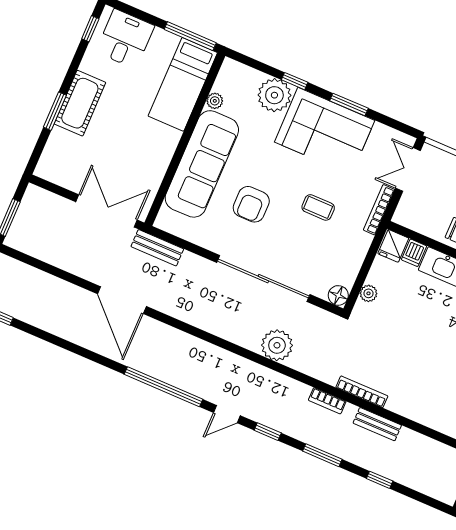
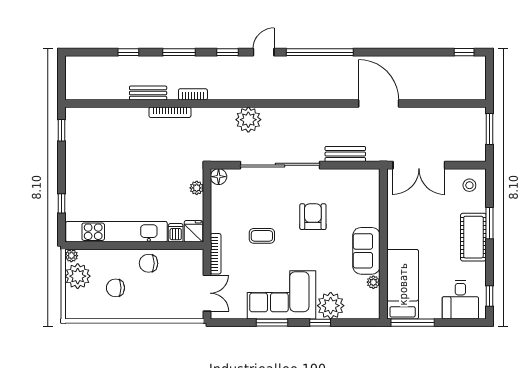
stool: (59, 164) -> (469, 185), added
sofa: (202, 164) -> (366, 251), width x0.54, depth x0.79
bench: (157, 248) -> (345, 154), moved

